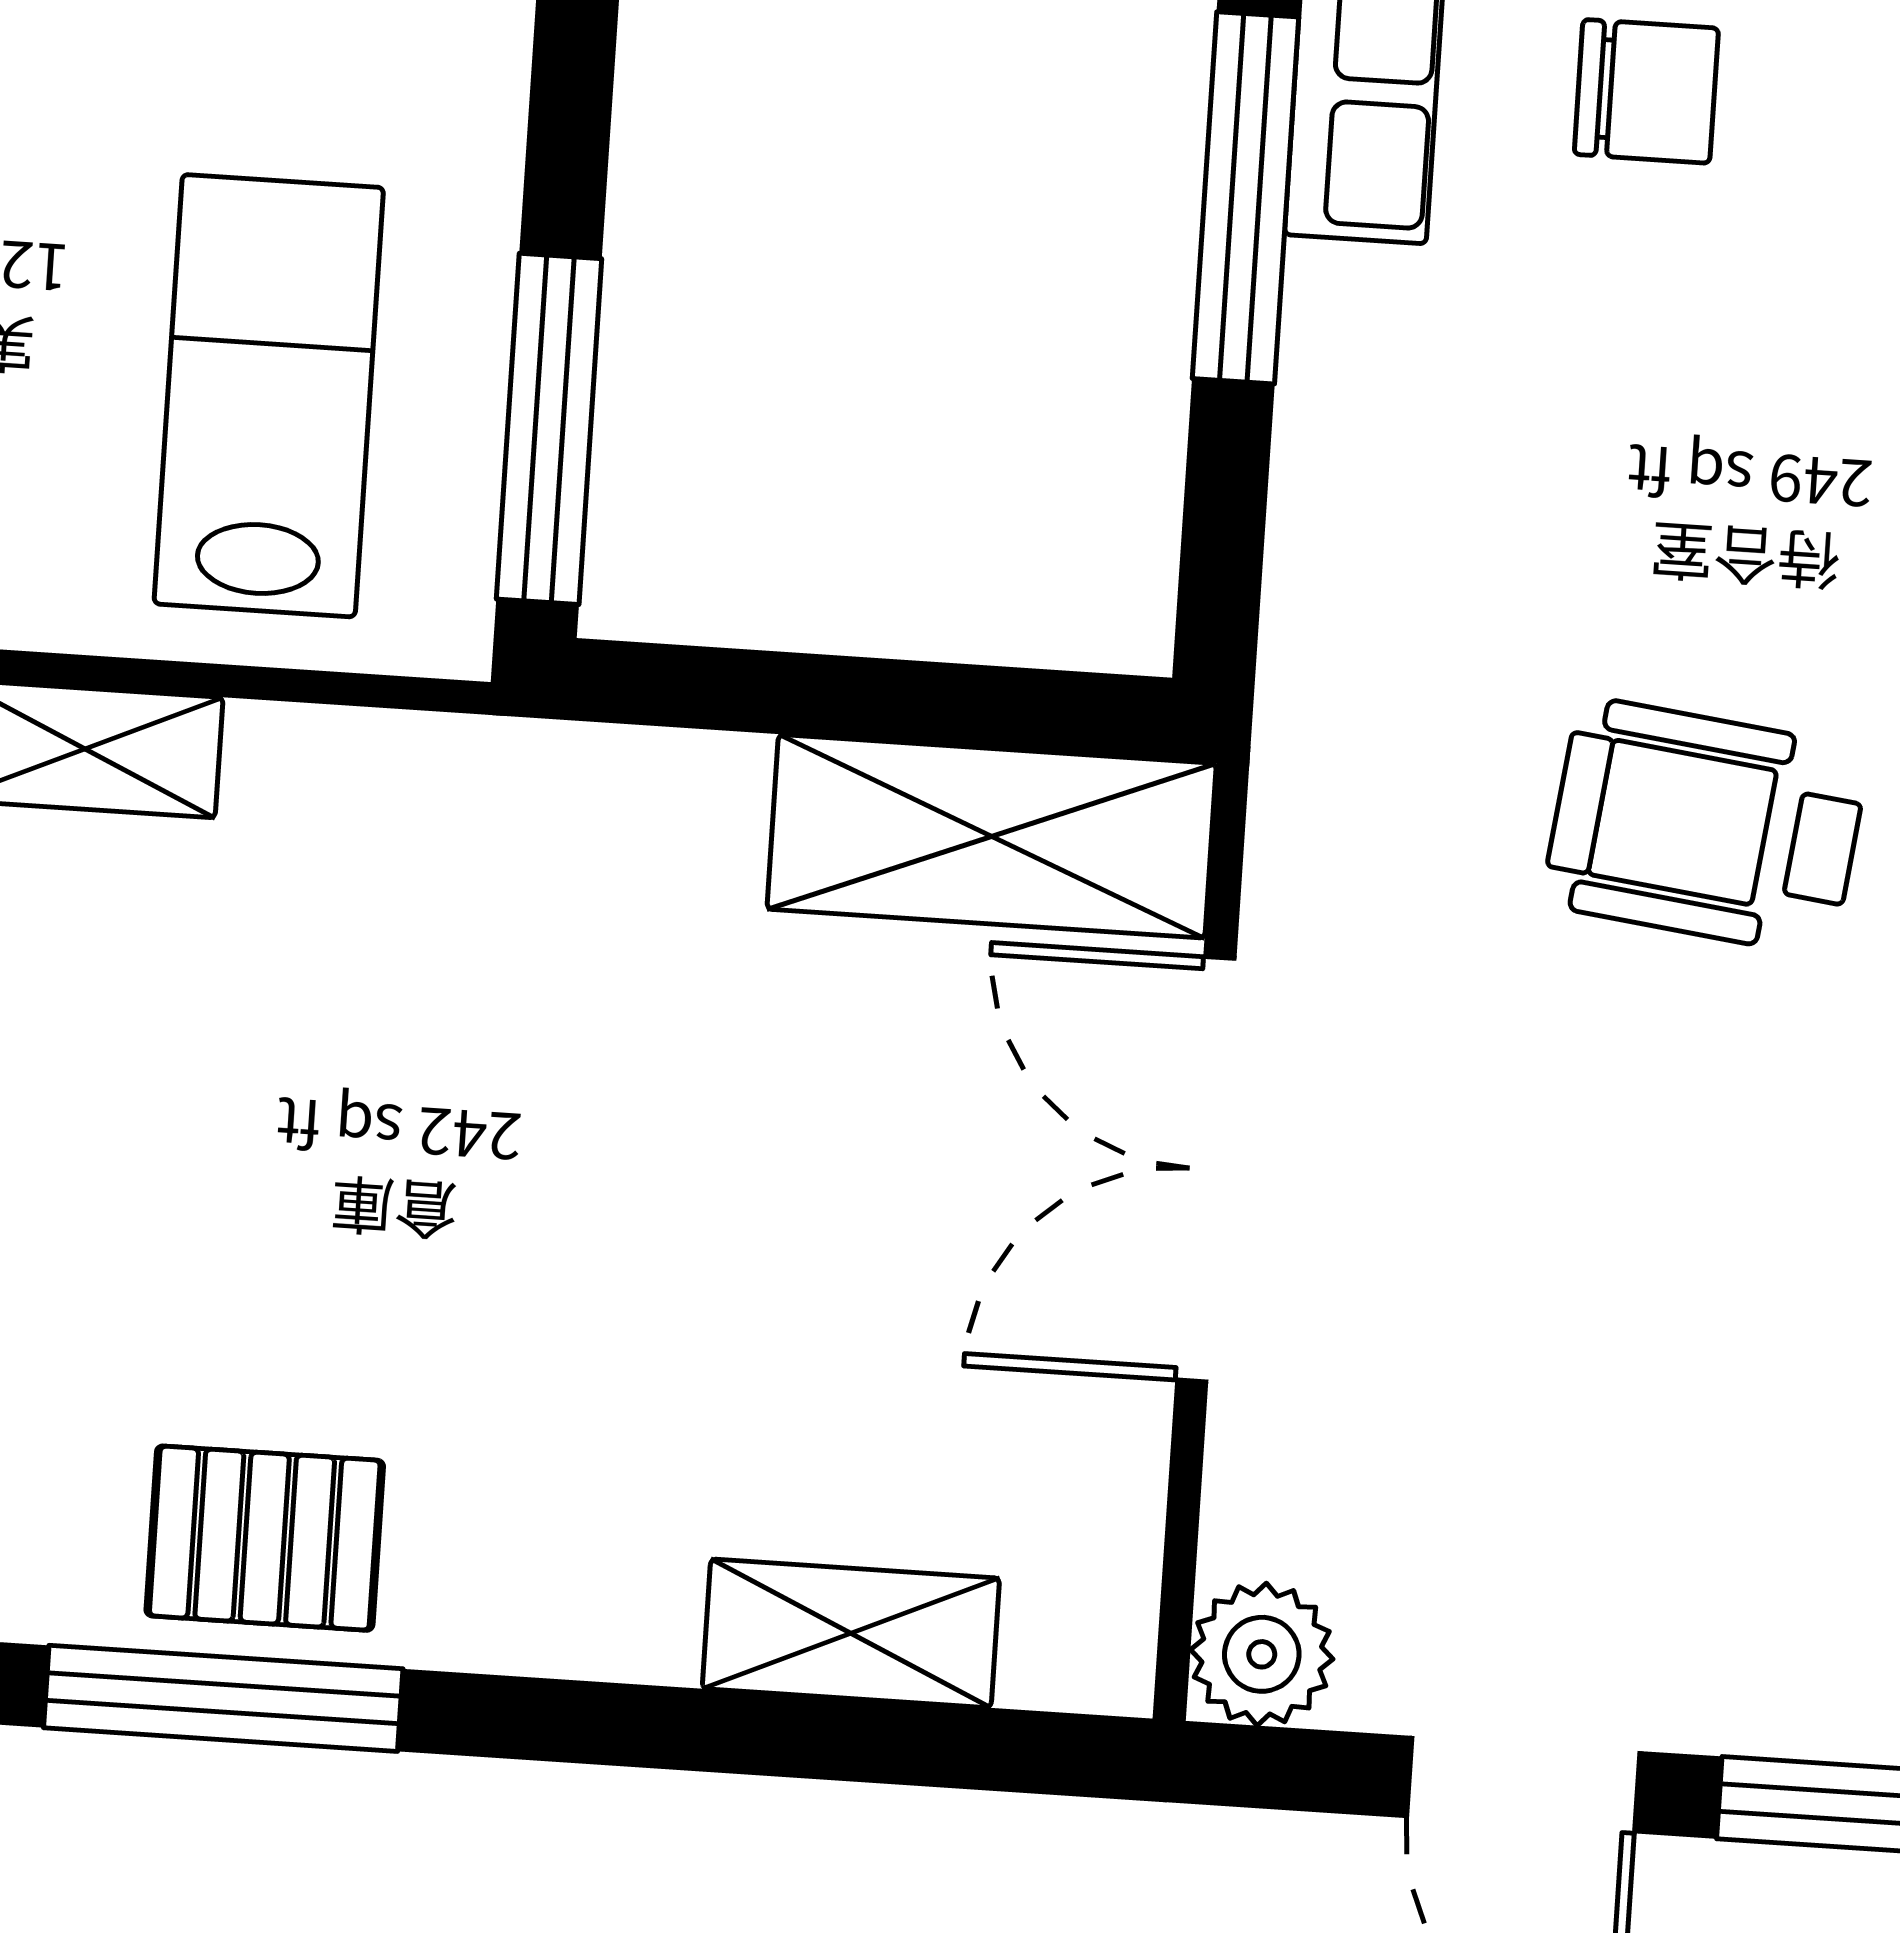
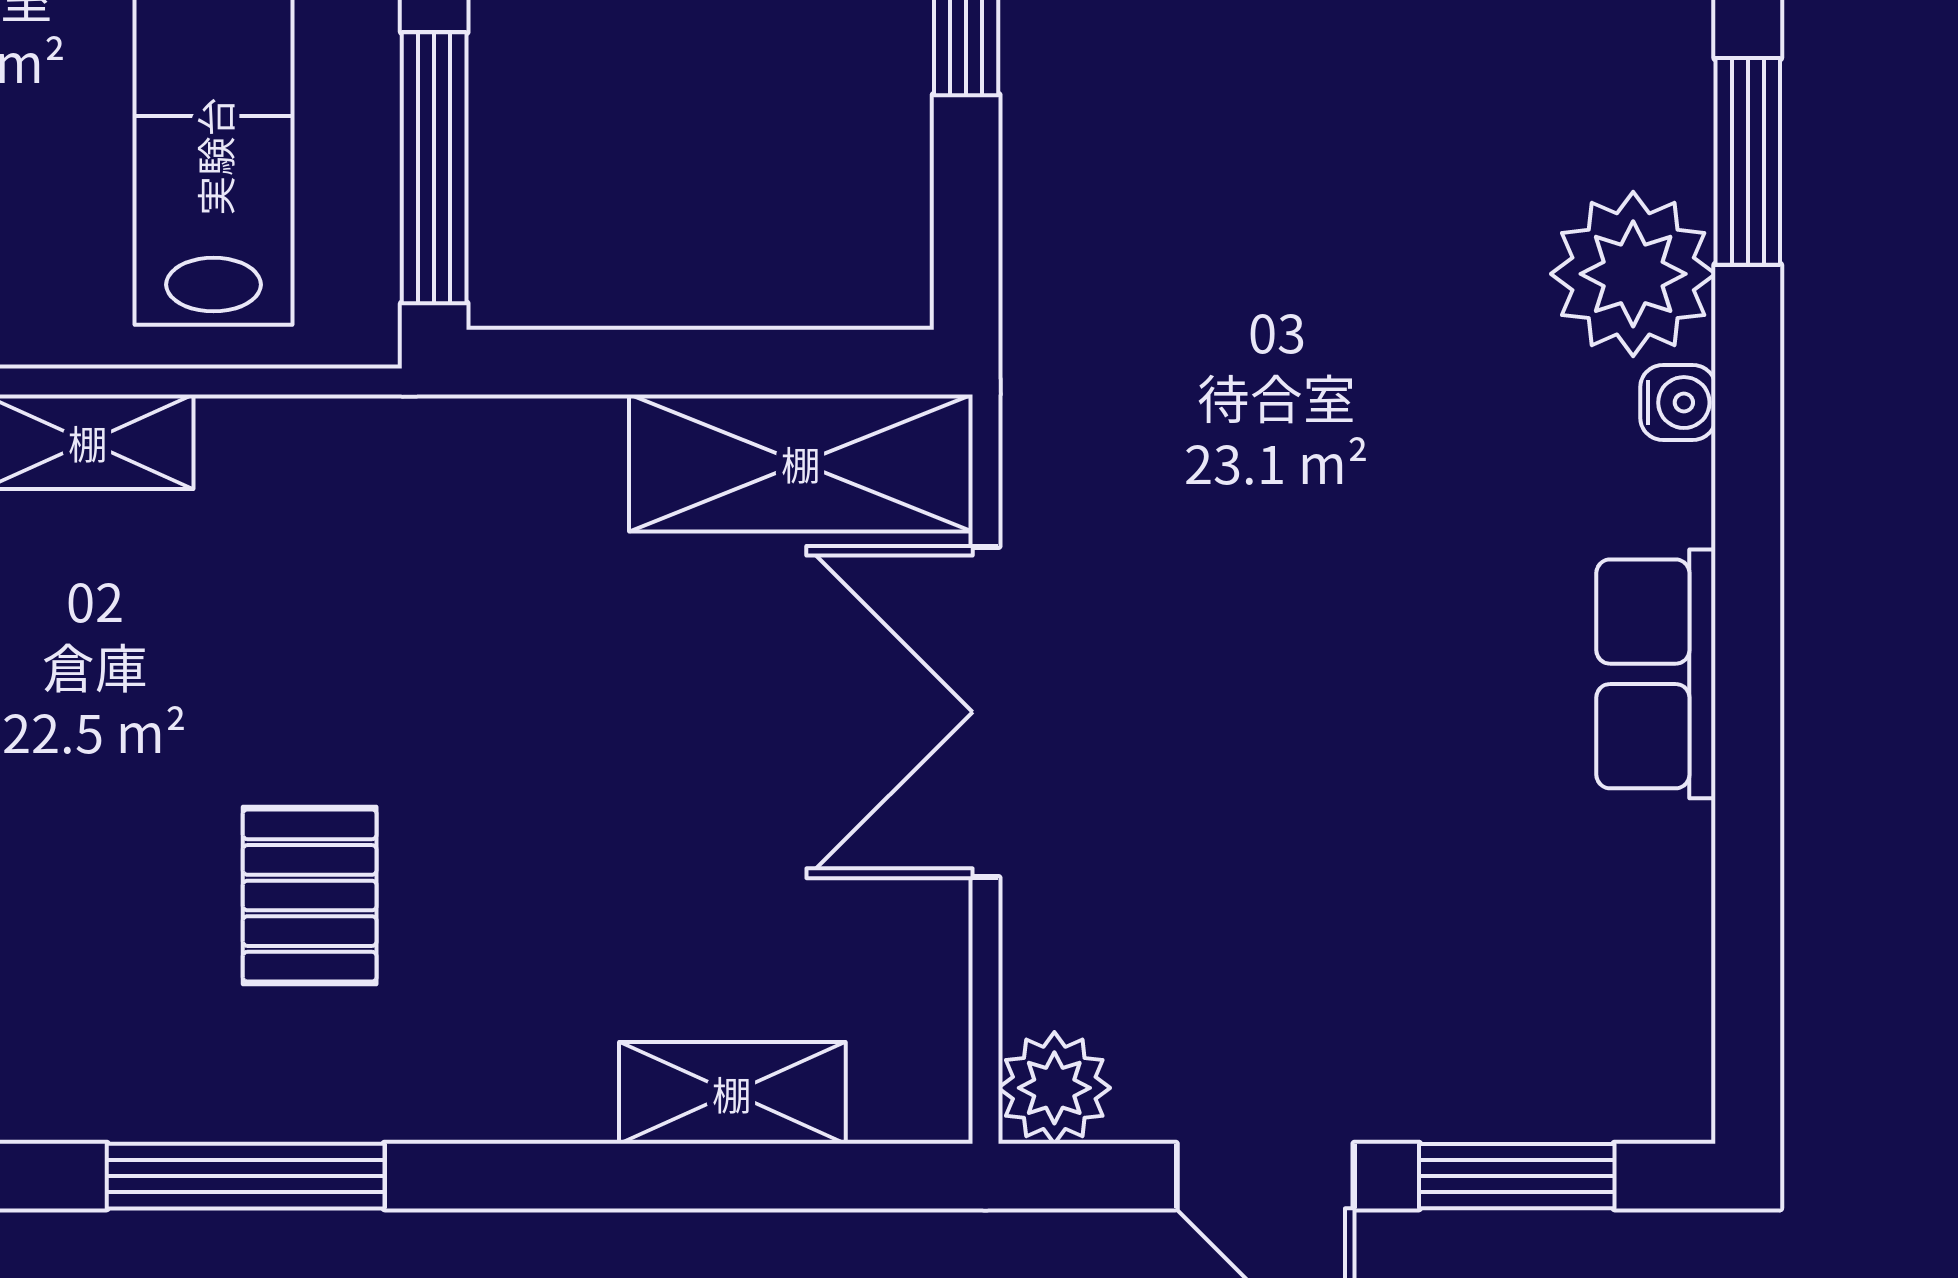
wheelchair: (1706, 827) -> (1358, 419), removed
pallet: (265, 1538) -> (310, 895), moved, turned 90

